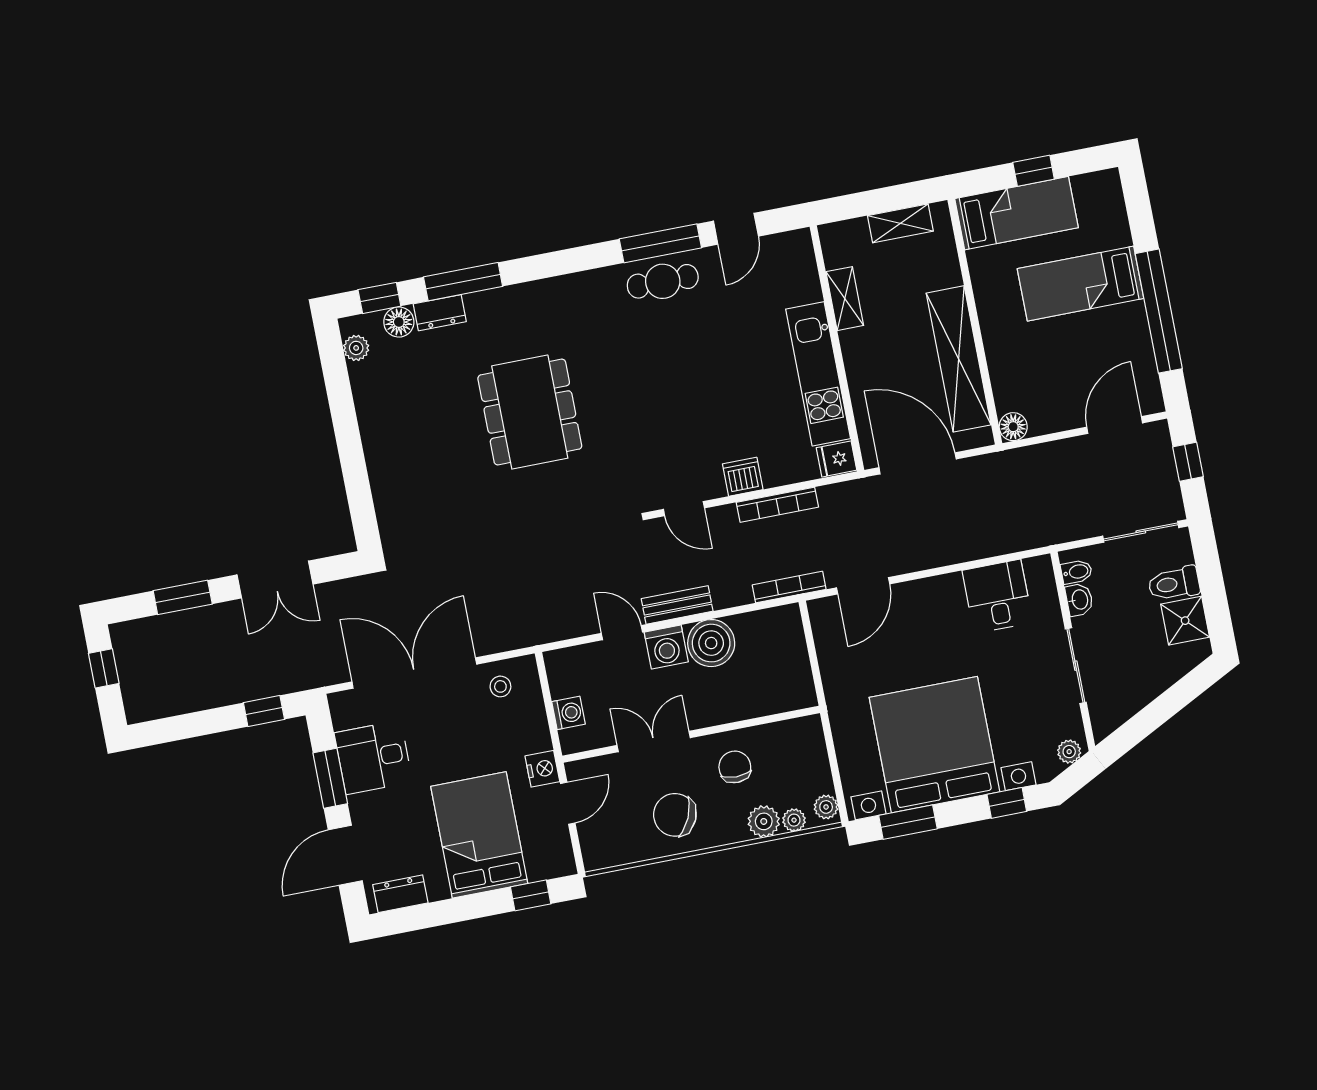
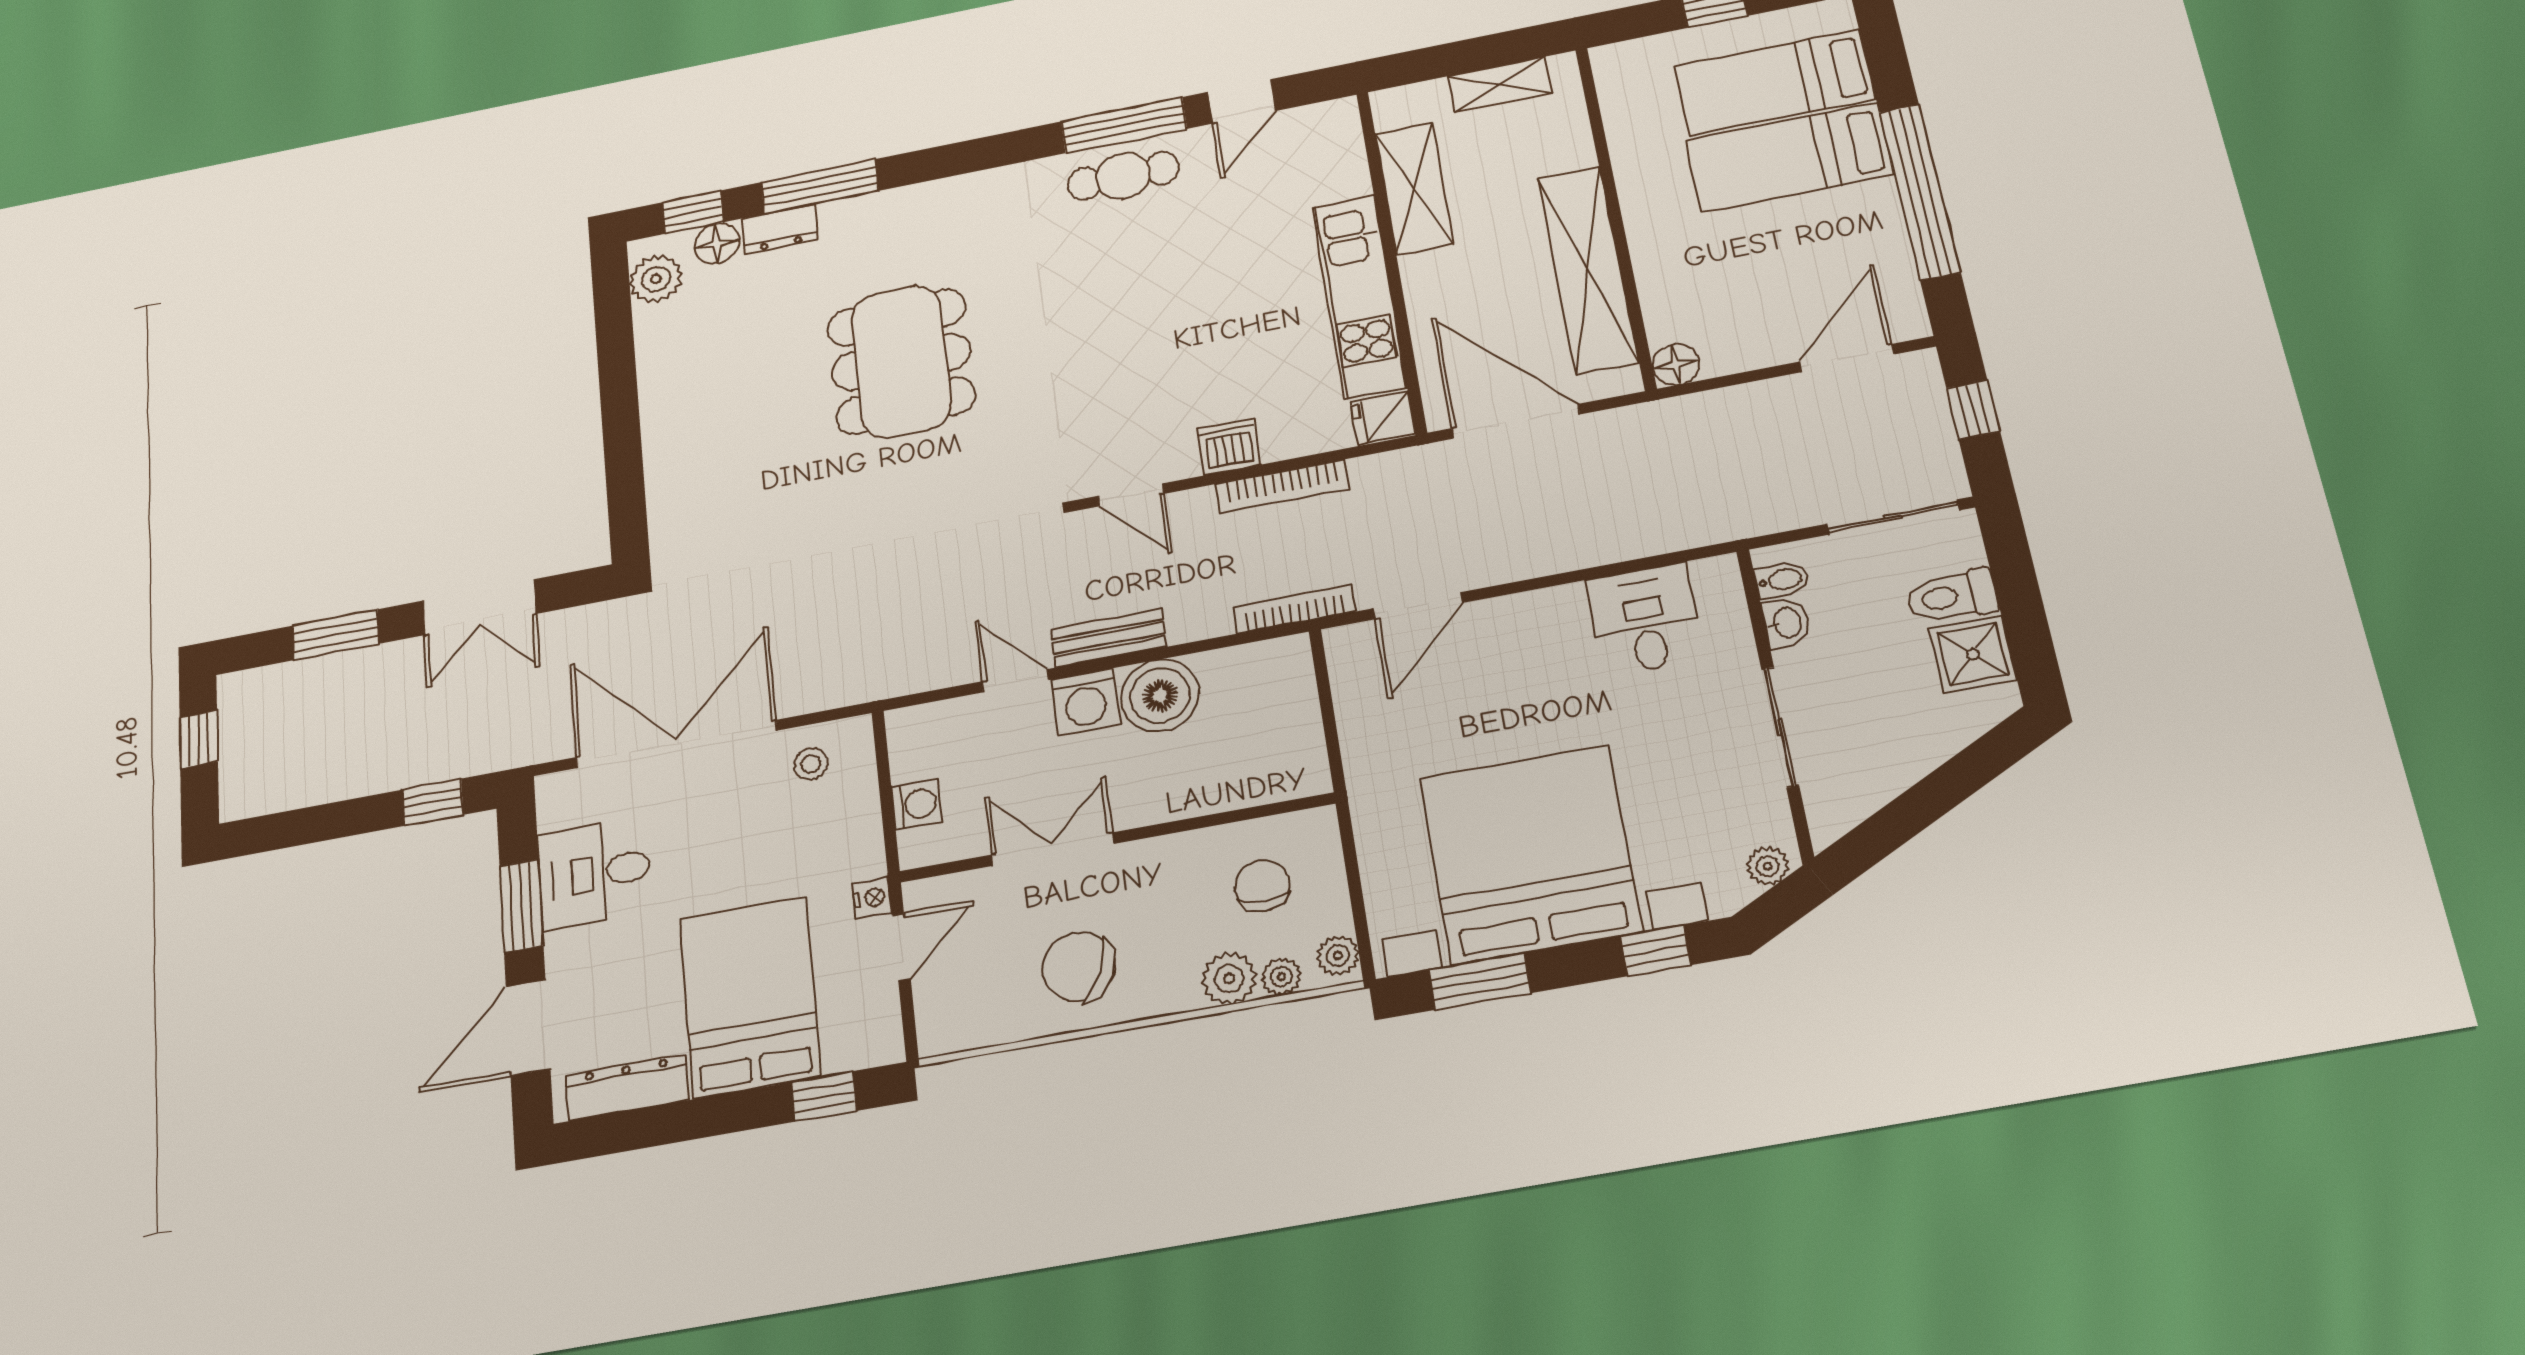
bed: (1016, 213) -> (1774, 83), moved, turned 180
shelving: (845, 299) -> (1414, 189), width x1.50, depth x1.33
plant: (356, 348) -> (656, 279), width x1.38, depth x1.38
chair: (735, 767) -> (1262, 886), moved
nightstand: (542, 769) -> (872, 898), width x0.72, depth x0.74
dresser: (400, 894) -> (627, 1088), width x1.44

